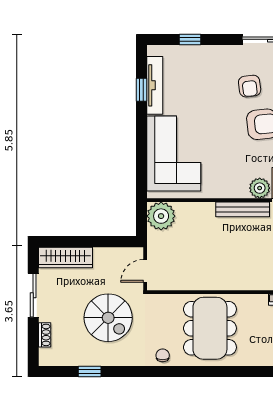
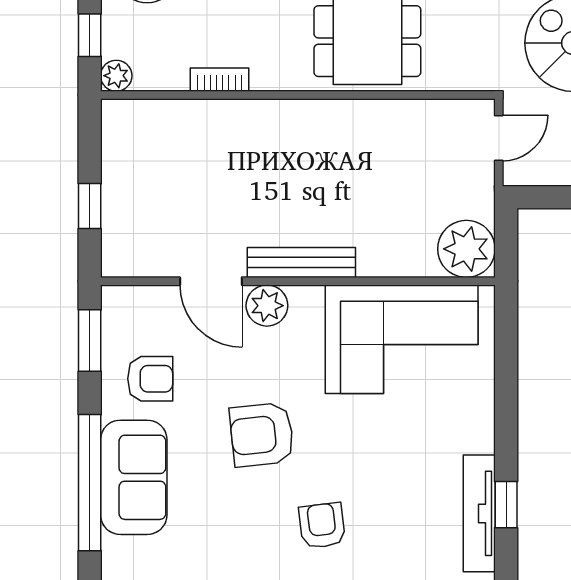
armchair: (250, 86) -> (322, 526), moved
corner sofa: (174, 153) -> (402, 339), moved, turned -90

